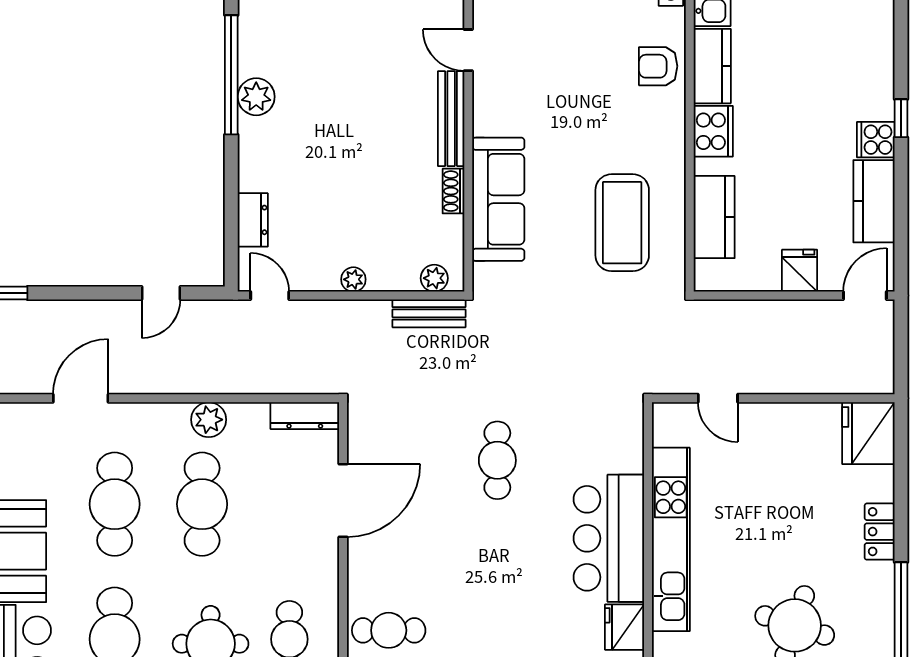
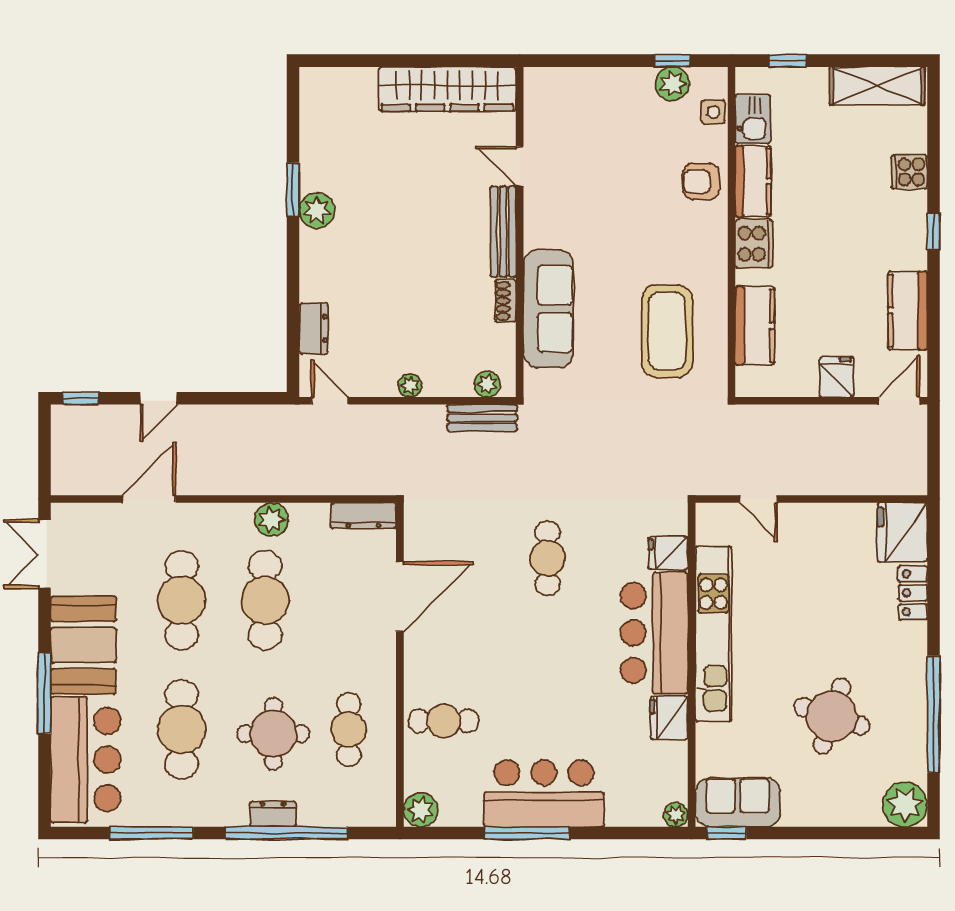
window: (231, 75) -> (293, 190), width x0.47
cooker: (876, 140) -> (909, 172), moved
door: (161, 293) -> (159, 398), moved
fridge: (623, 455) -> (668, 553), added
locker: (880, 532) -> (913, 593), moved

